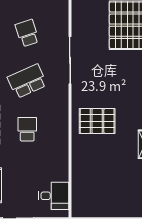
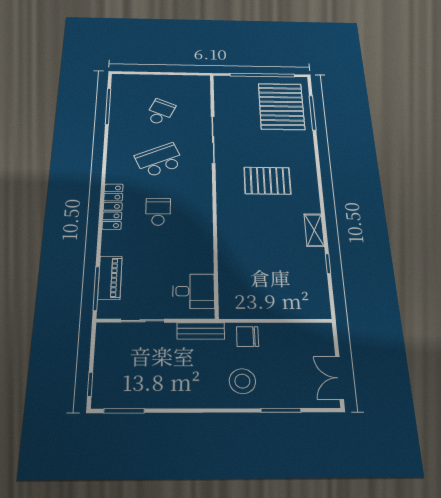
school desk: (27, 33) -> (160, 112), turned 42
pallet: (97, 121) -> (267, 181), moved

